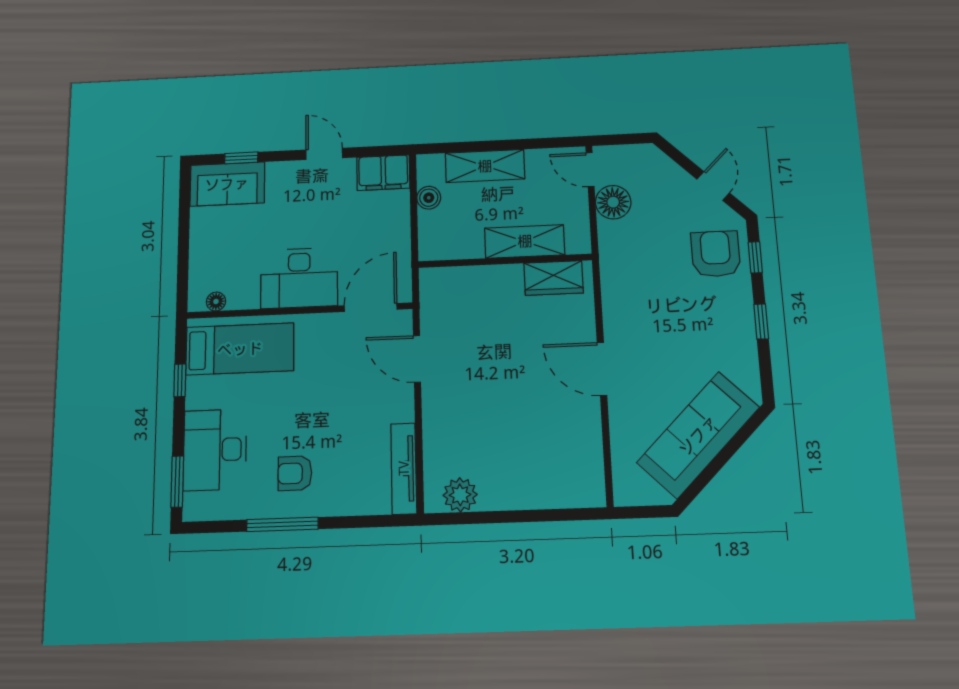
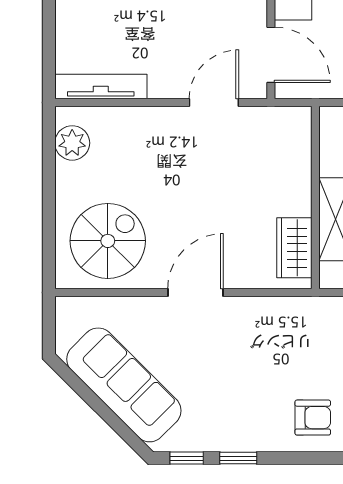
armchair: (716, 254) -> (313, 418), width x0.72, depth x0.72
window: (755, 257) -> (187, 458), moved
spiral stairs: (556, 456) -> (108, 241), added

